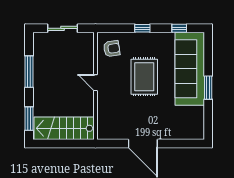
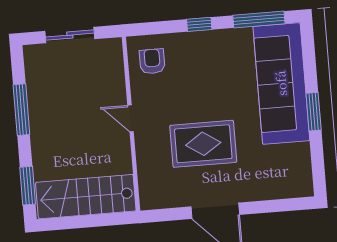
window: (179, 28) -> (259, 19), width x2.17
armchair: (112, 49) -> (152, 61), turned -81
rug: (144, 77) -> (203, 144), moved, turned 90

